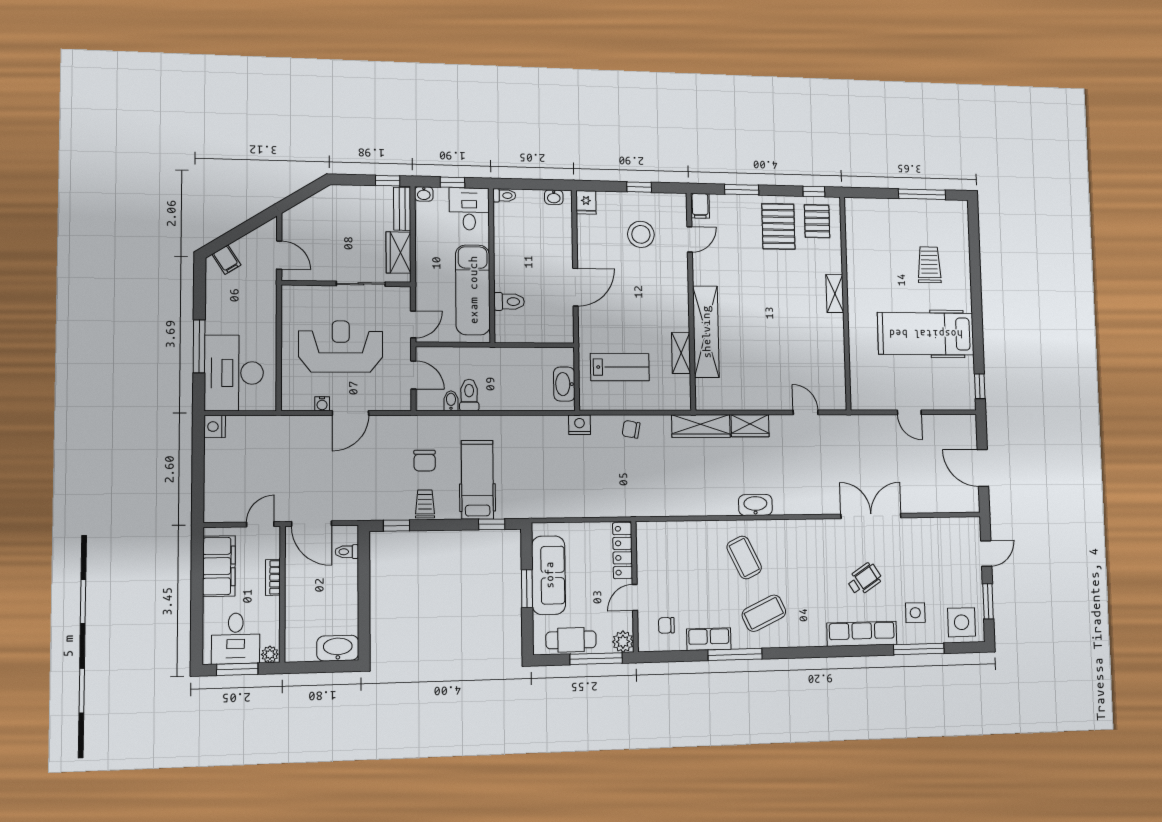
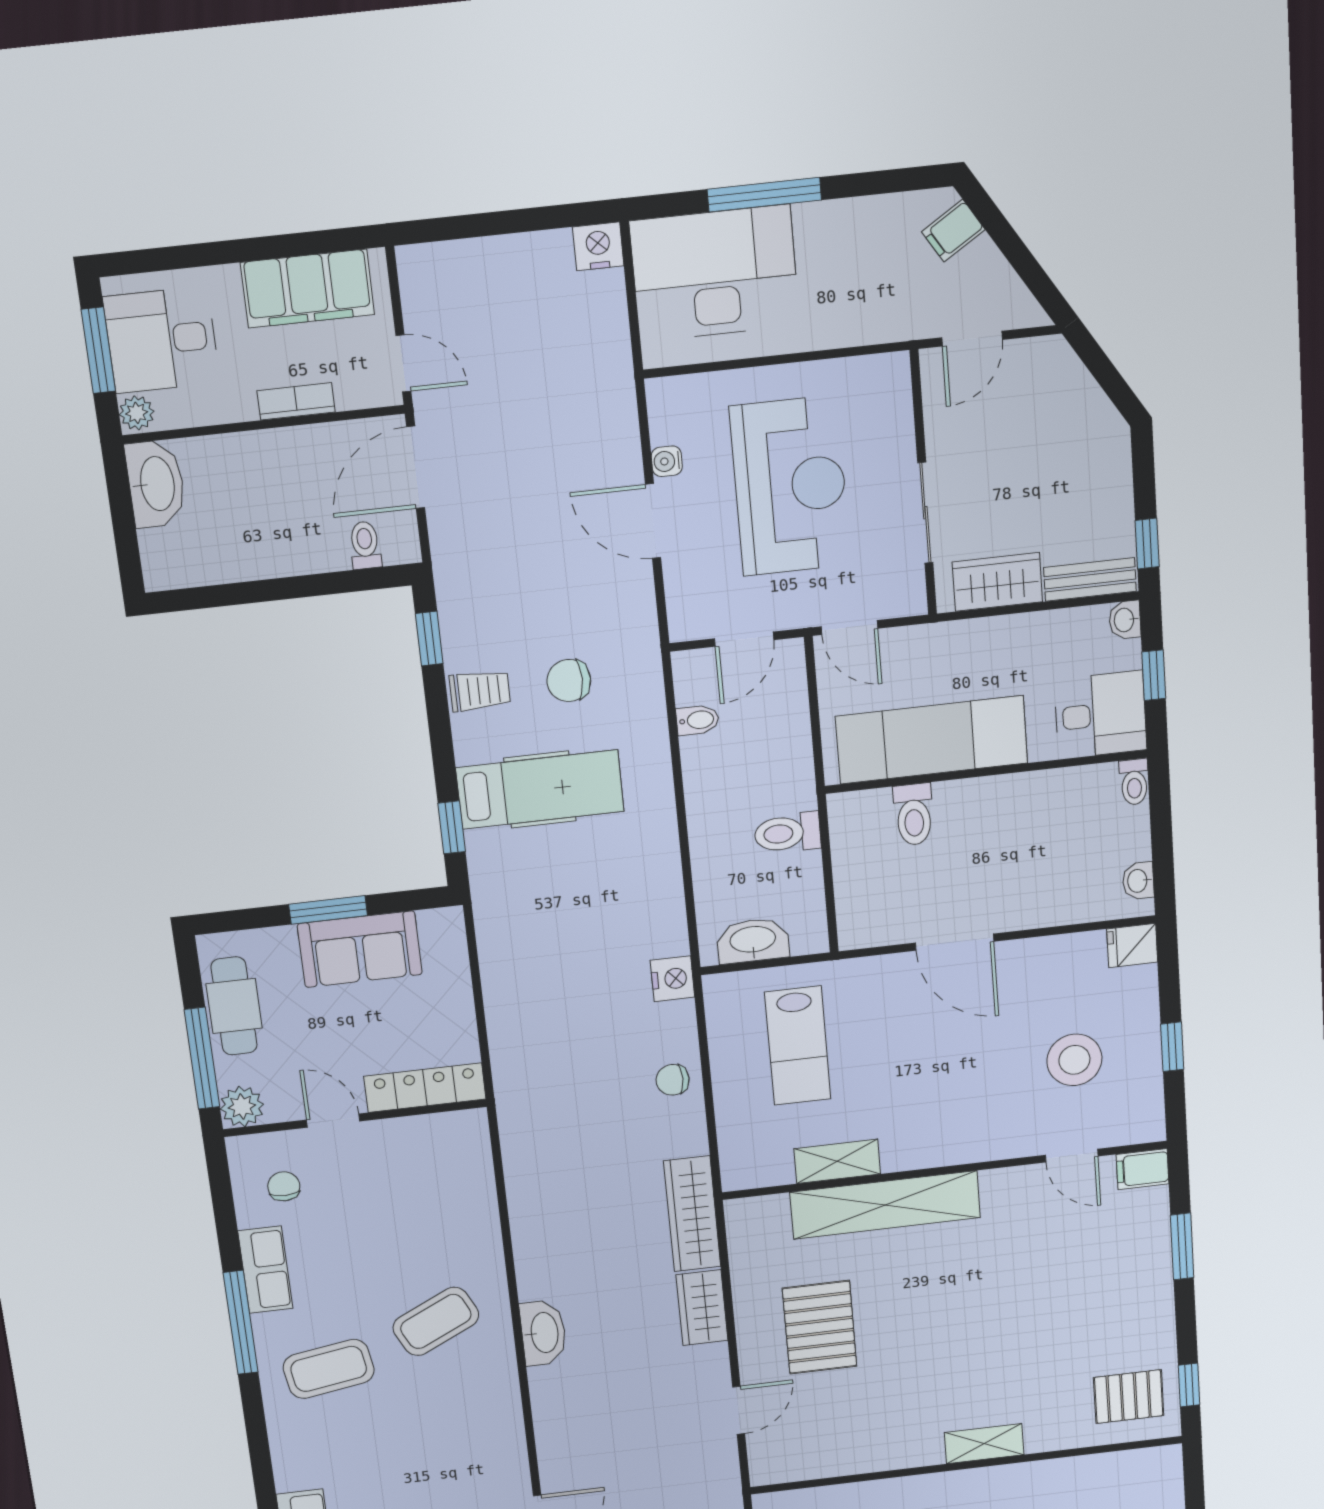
pallet: (778, 226) -> (820, 1327), moved, turned 90
toilet: (469, 395) -> (787, 833), moved, turned 180
chair: (631, 429) -> (673, 1080), turned -100
sofa: (549, 575) -> (360, 949), width x0.73
coffee table: (764, 613) -> (329, 1369), turned -74
washbasin: (338, 648) -> (156, 484), moved

